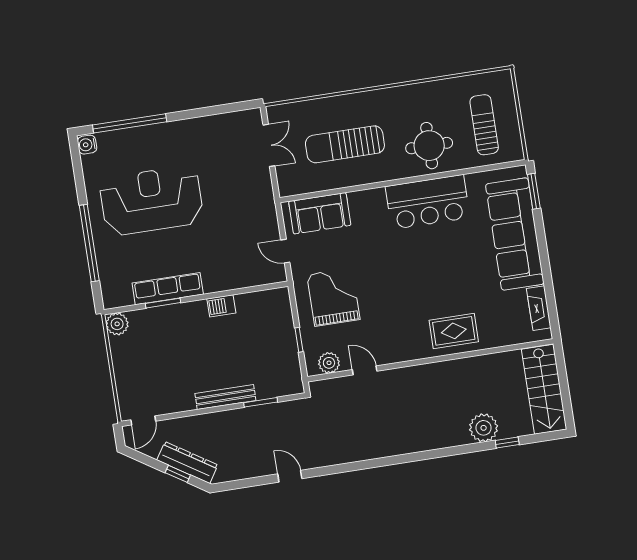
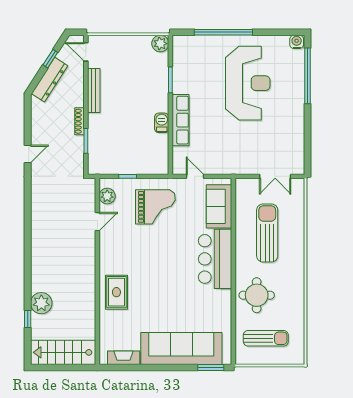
bar counter: (428, 202) -> (215, 259), moved
door: (285, 251) -> (195, 176), hinge flipped
row of seats: (168, 289) -> (181, 120), moved
bench: (225, 397) -> (94, 90), moved
shoe rack: (236, 415) -> (79, 121), added
window: (178, 474) -> (50, 59), moved

